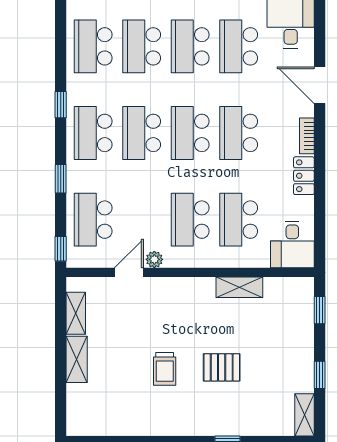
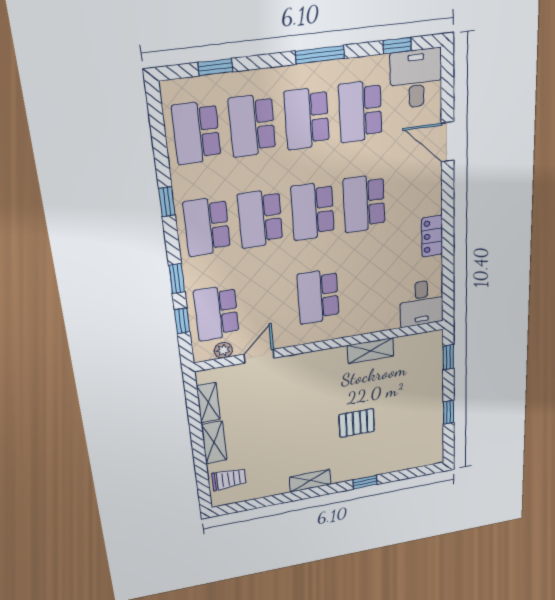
bookcase: (307, 136) -> (435, 196), removed
school desk: (239, 220) -> (368, 289), removed
window: (61, 249) -> (182, 321), moved
plant: (154, 259) -> (223, 350), moved
trolley: (165, 369) -> (229, 479), moved, turned -90
shelving: (304, 415) -> (310, 481), moved, turned 90

